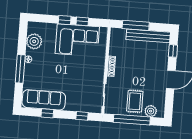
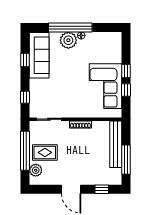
window: (136, 25) -> (126, 160), moved
bench: (148, 36) -> (116, 144), moved
plant: (34, 41) -> (68, 40), moved
window: (20, 69) -> (70, 28), width x1.46

